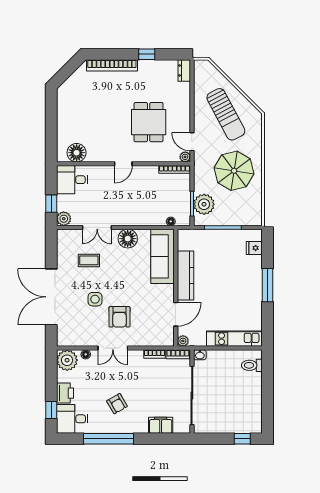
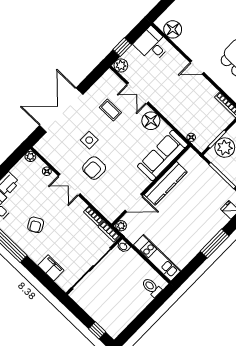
plant: (67, 360) -> (30, 156), width x0.53, depth x0.53

